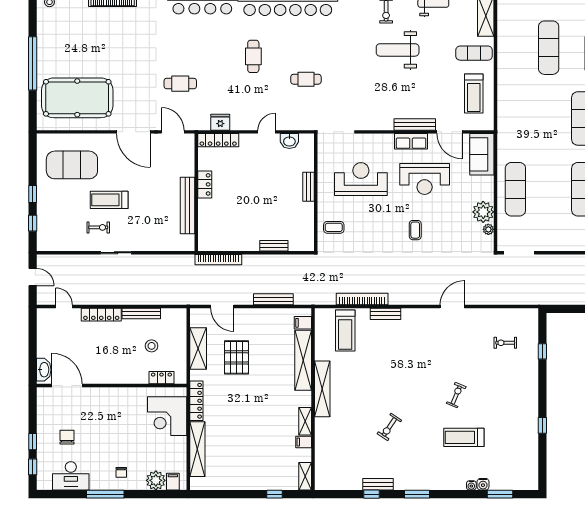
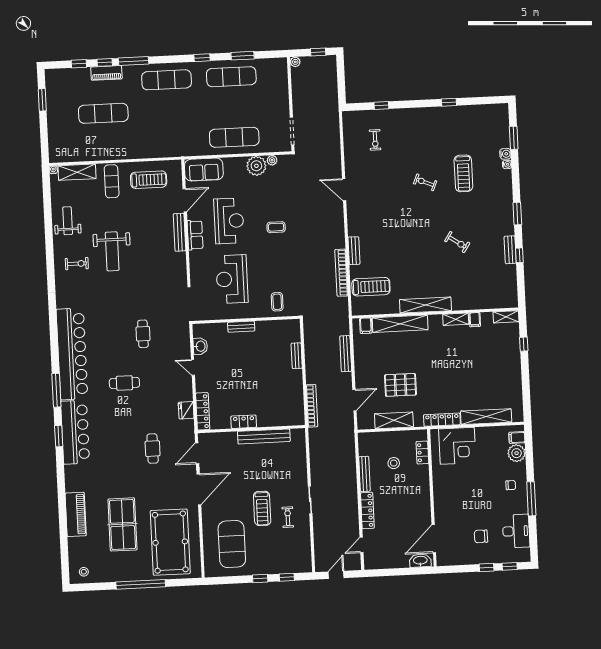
table tennis table: (99, 47) -> (122, 524), added

